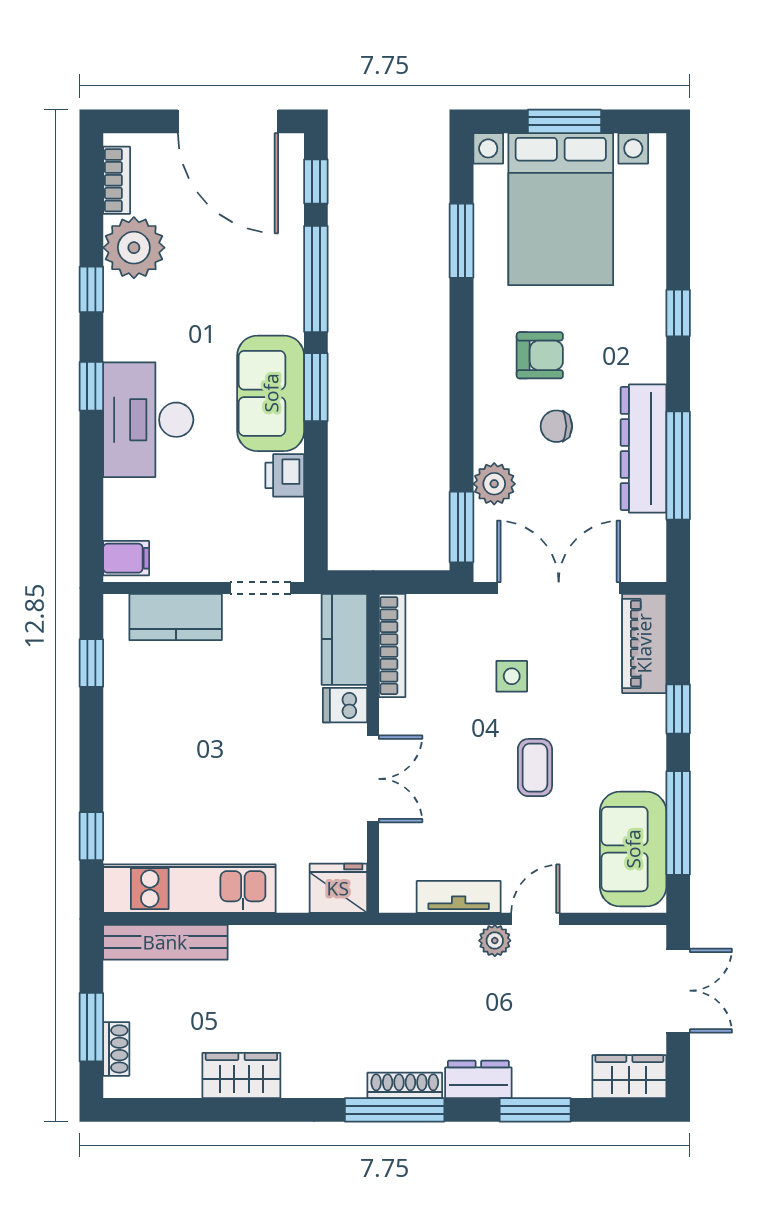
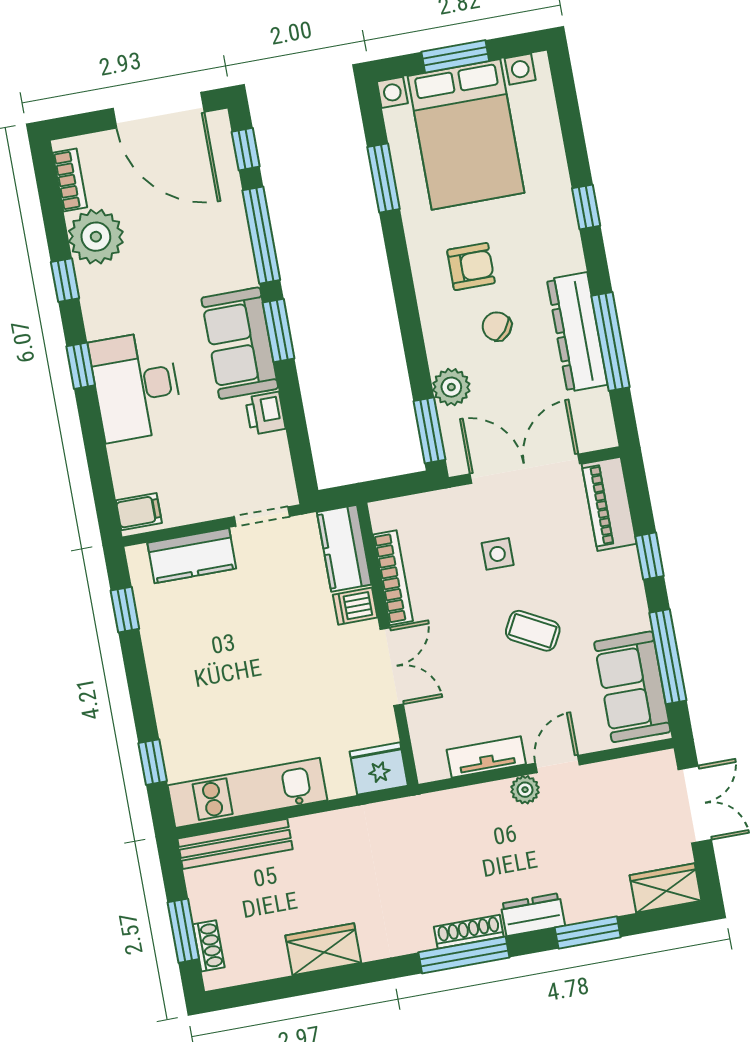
chair: (556, 426) -> (497, 326), turned 40
bookcase: (392, 646) -> (393, 578), moved
coffee table: (535, 768) -> (533, 631), turned -62

